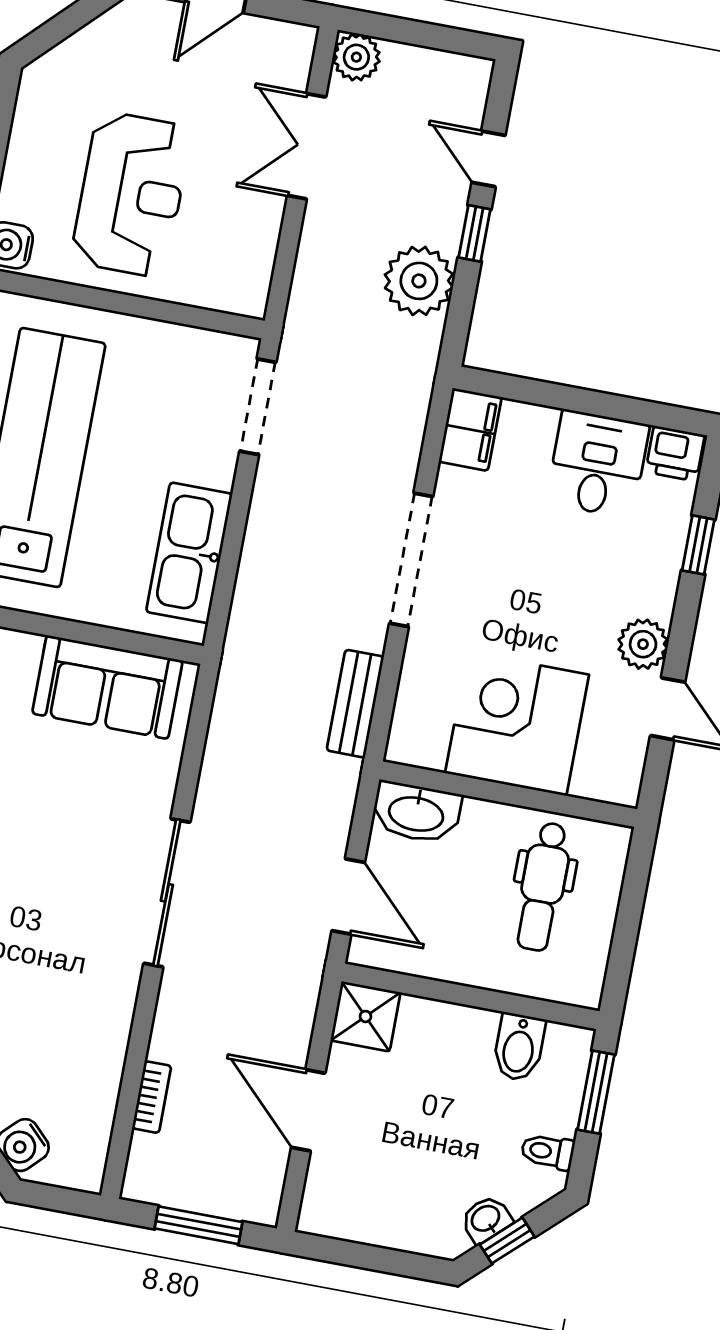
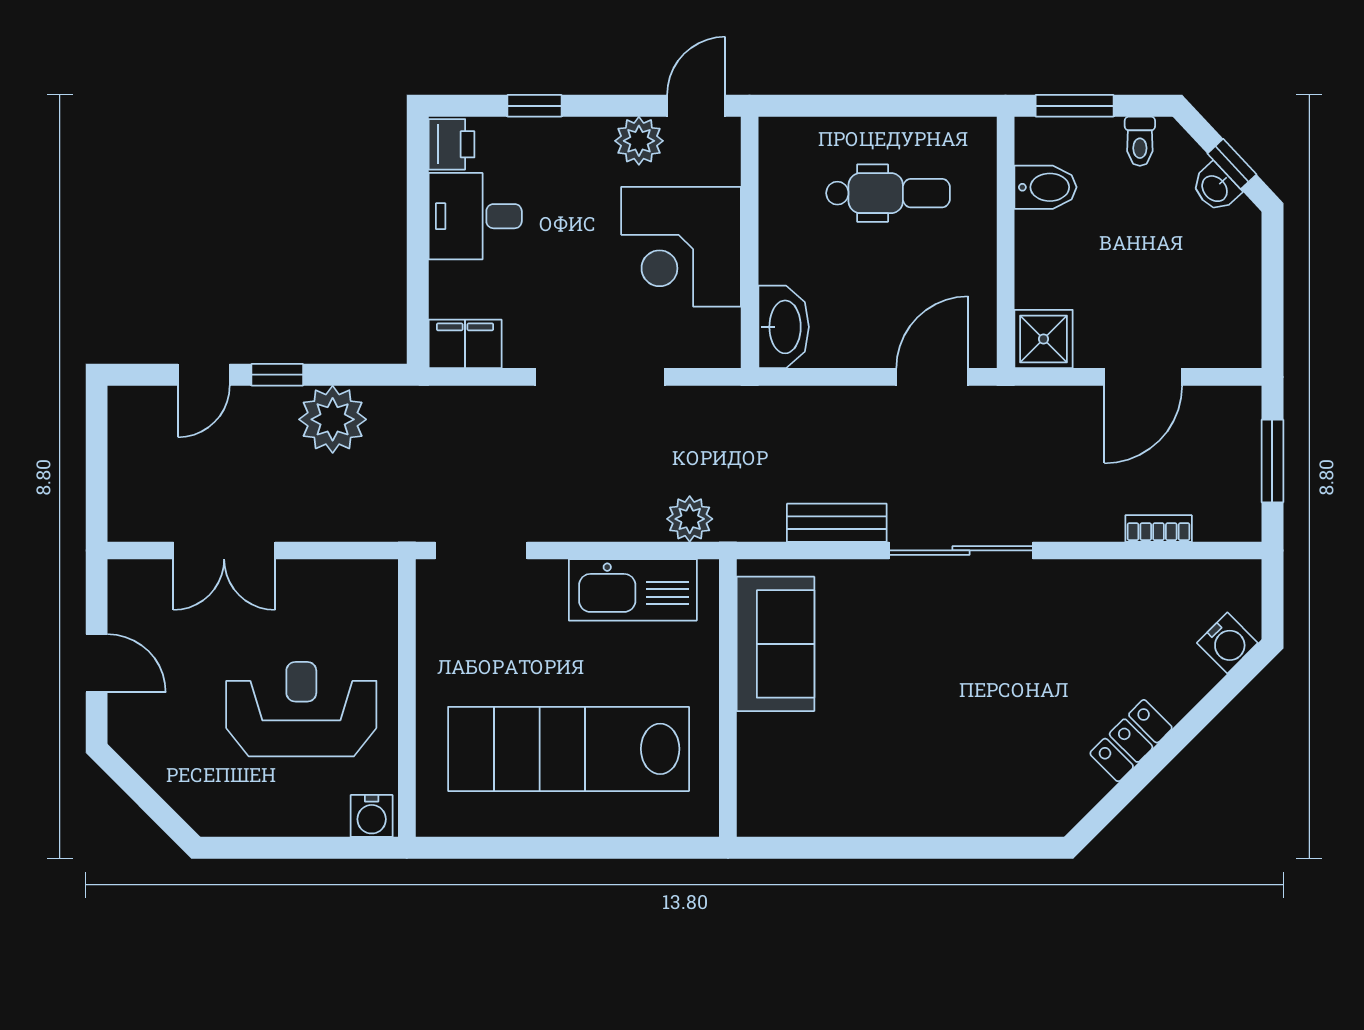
plant: (356, 57) -> (690, 519), moved
bench: (355, 704) -> (837, 523), moved
corner desk: (517, 724) -> (681, 247), moved
wall: (508, 794) -> (750, 242), moved
washbasin: (416, 812) -> (784, 327), moved

